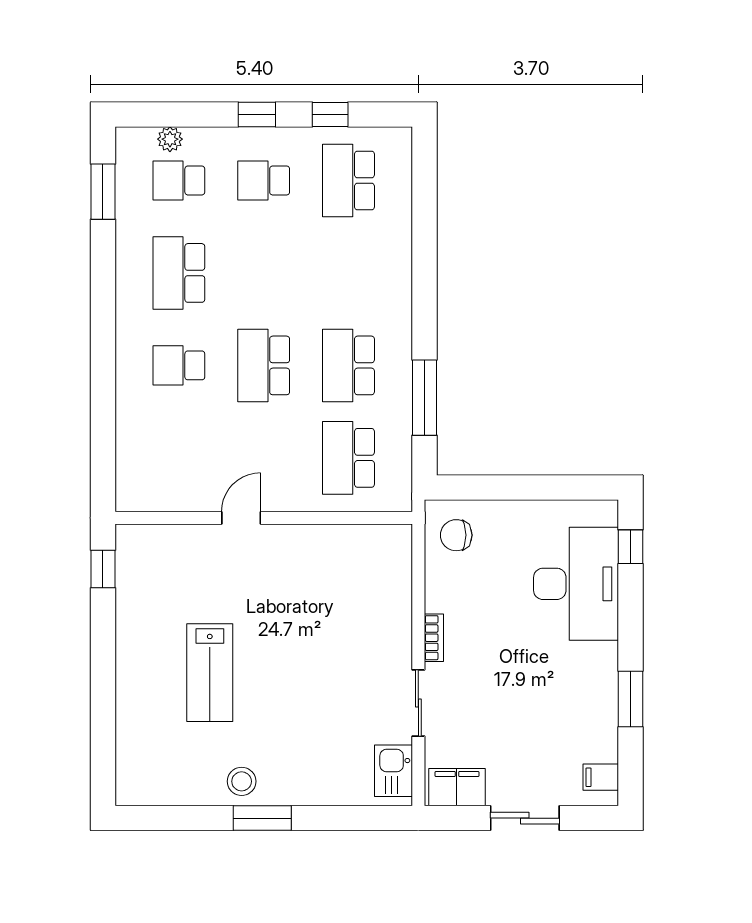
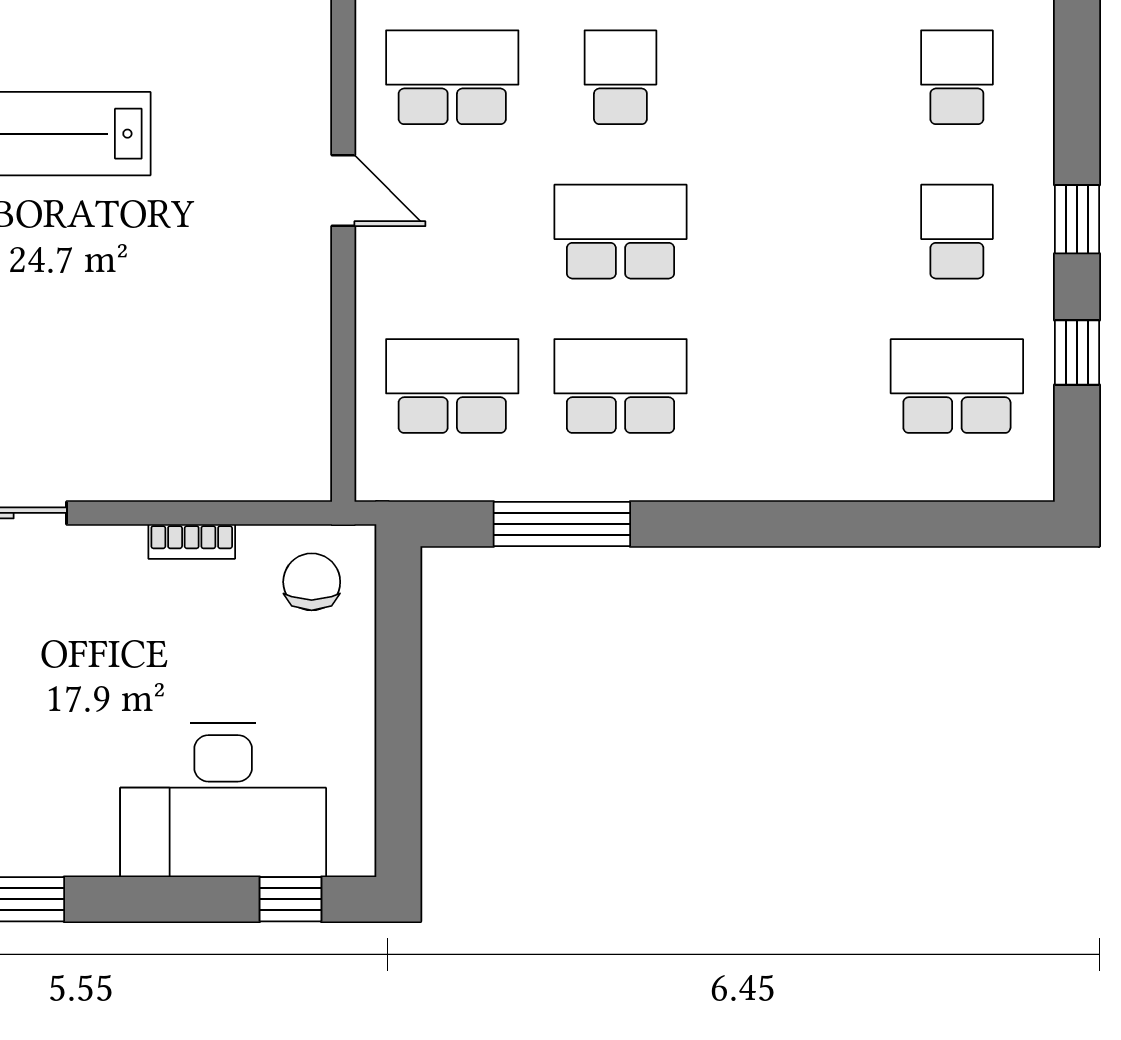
plant: (170, 139) -> (1032, 61), removed
school desk: (179, 273) -> (452, 77), moved
bookcase: (434, 638) -> (192, 541), moved

